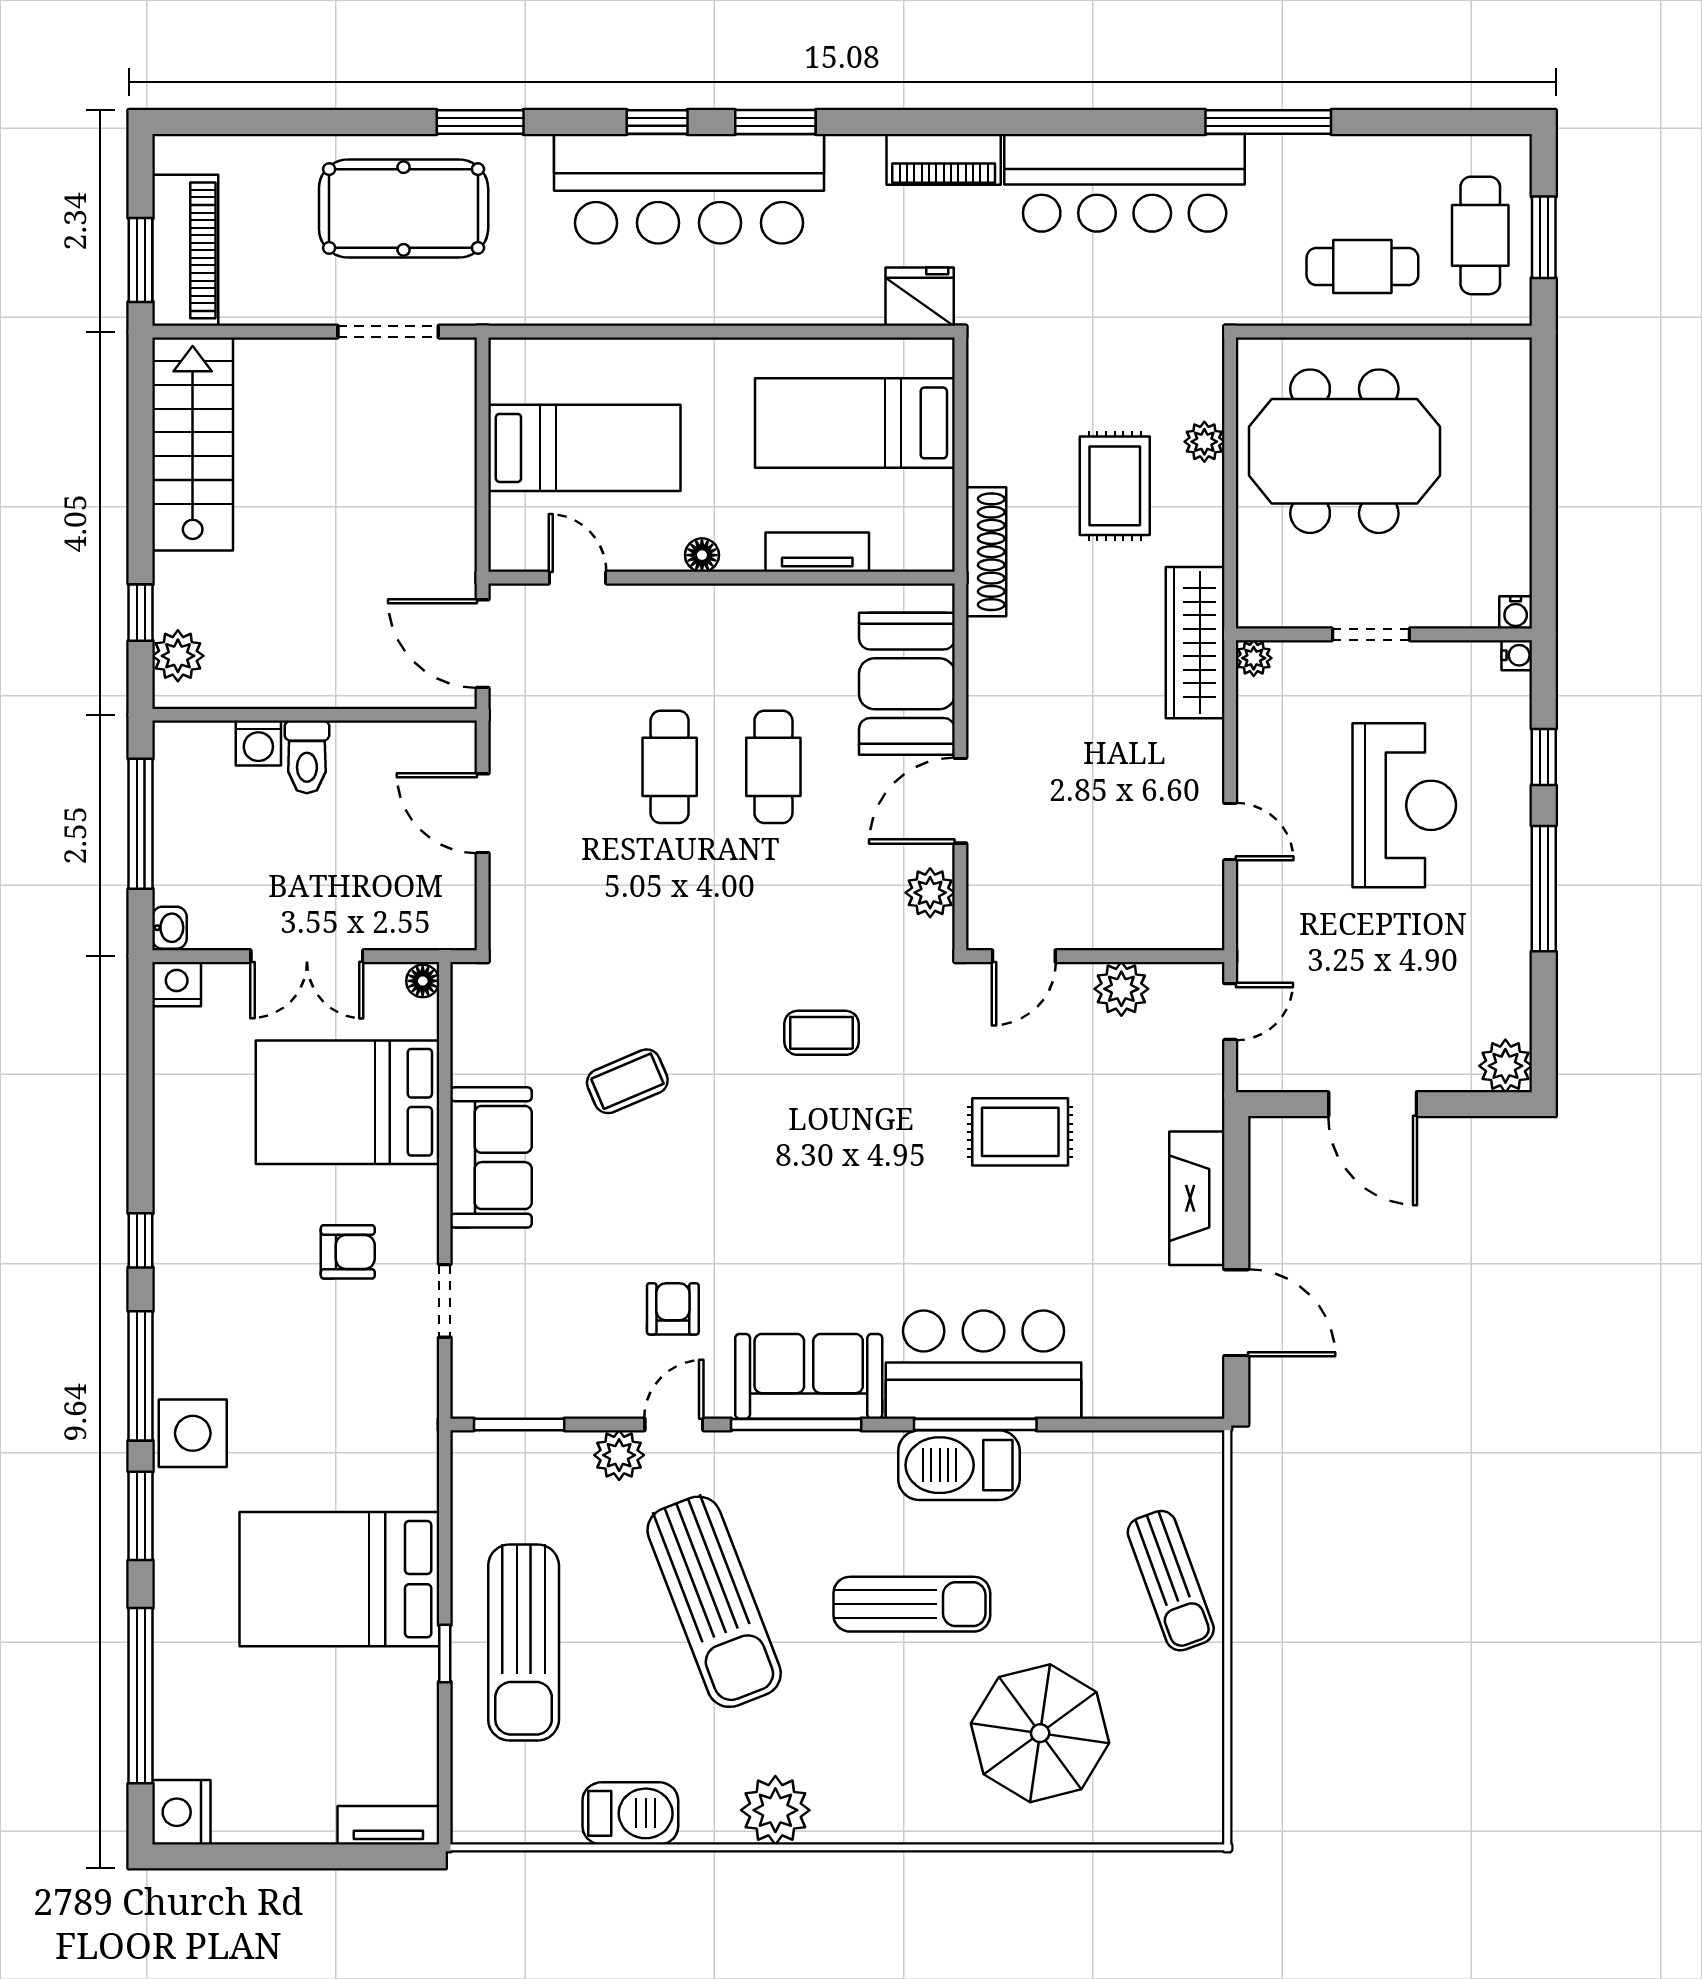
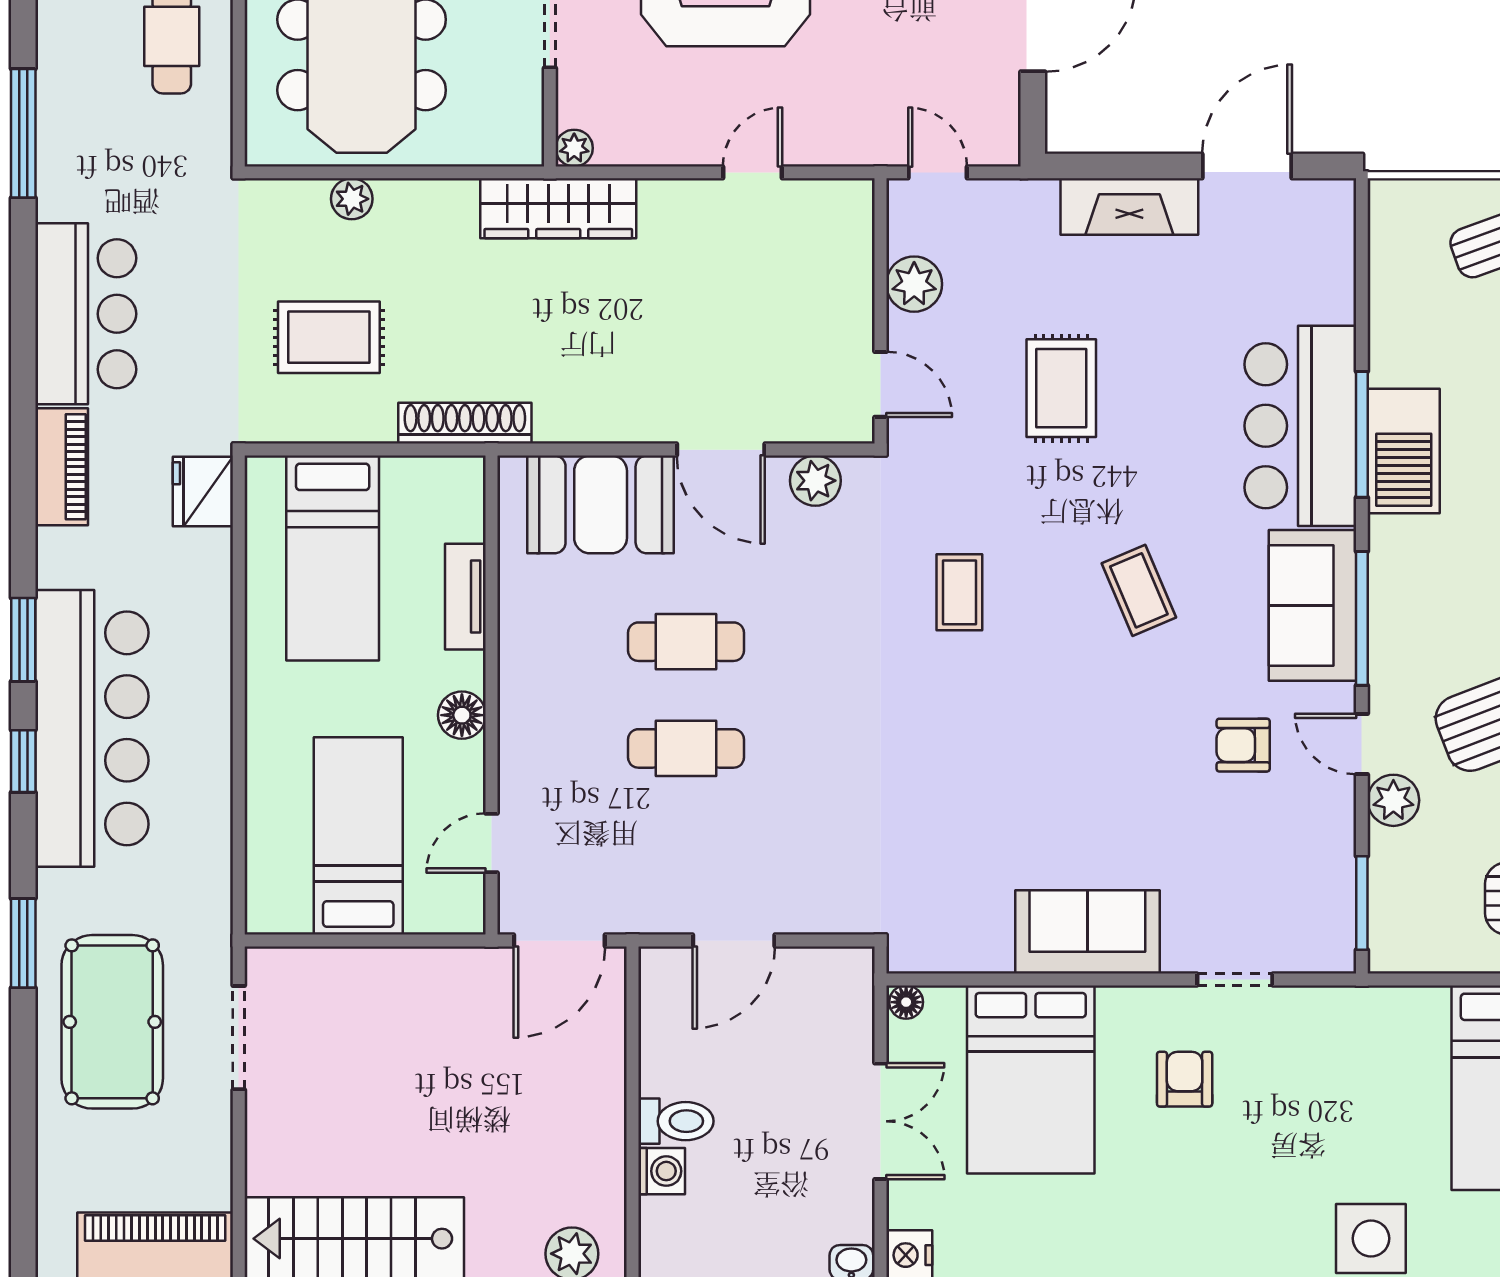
bar counter: (1125, 183) -> (86, 314), width x0.73
rug: (1115, 486) -> (329, 337), moved
floor lamp: (702, 555) -> (462, 715), width x1.37, depth x1.37
coffee table: (627, 1081) -> (1139, 590), moved

